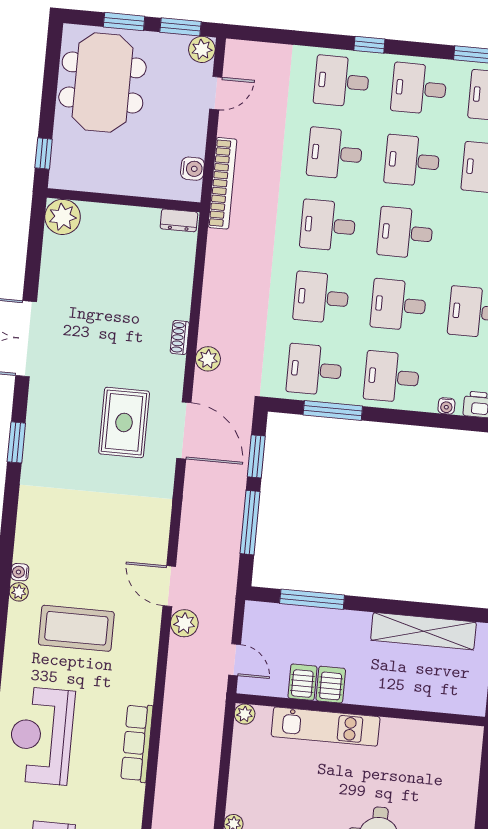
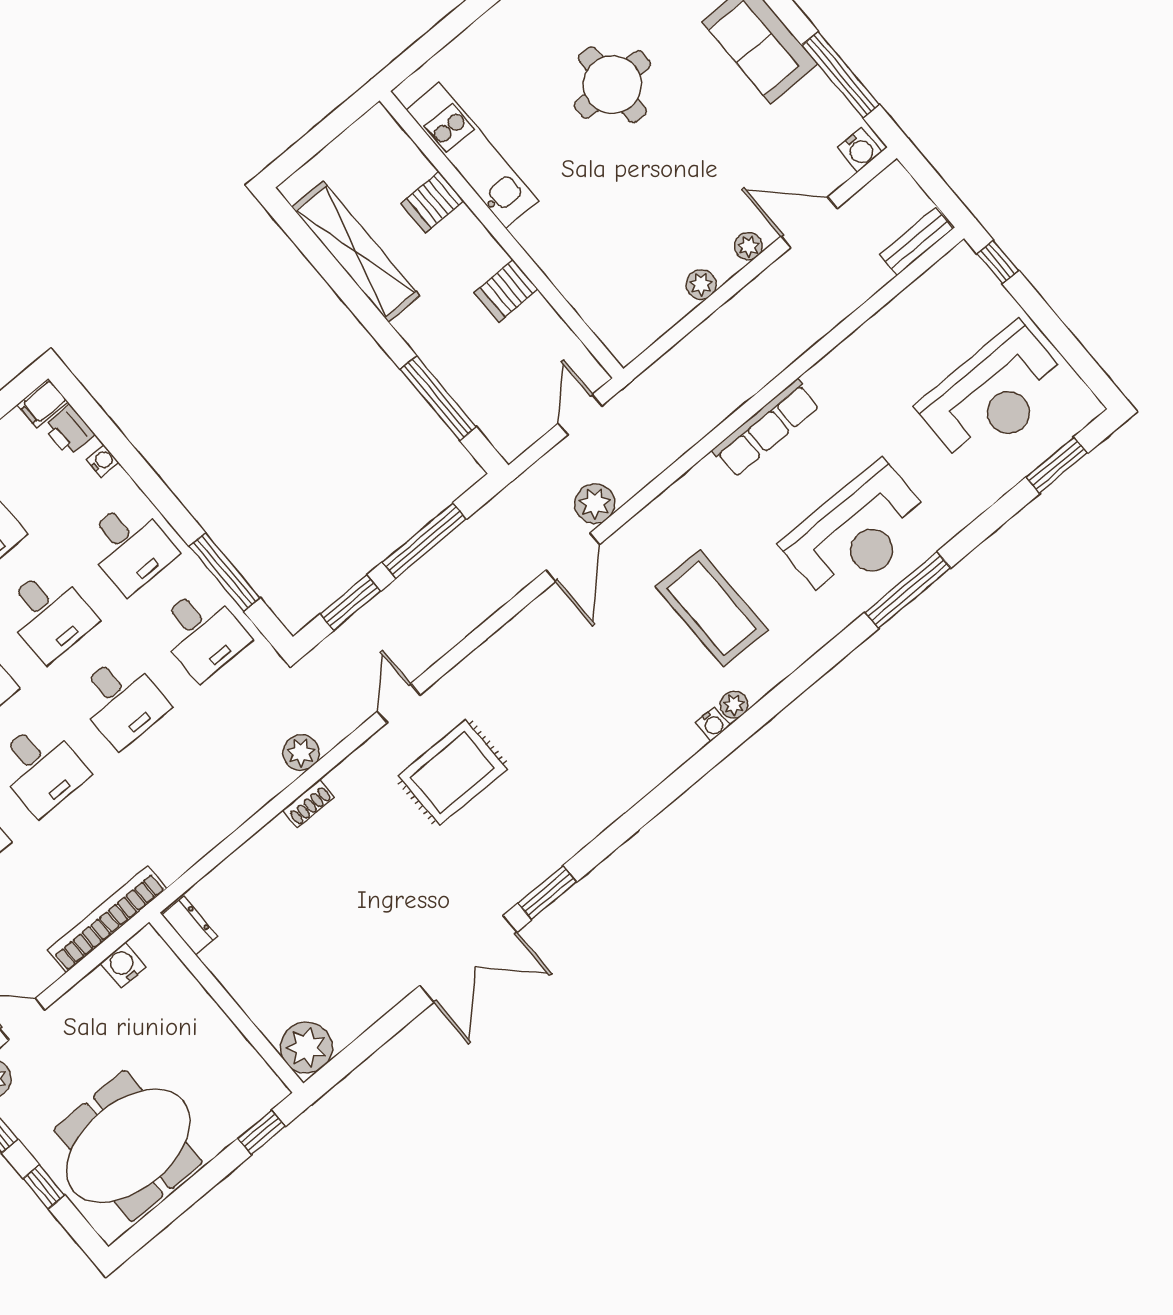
window: (124, 22) -> (44, 1187), width x0.67
door: (184, 430) -> (399, 703), width x0.53
window: (16, 442) -> (547, 893), moved
server rack: (302, 682) -> (432, 202), moved
plant: (245, 714) -> (701, 284), moved
kitchen unit: (326, 727) -> (472, 155), moved

